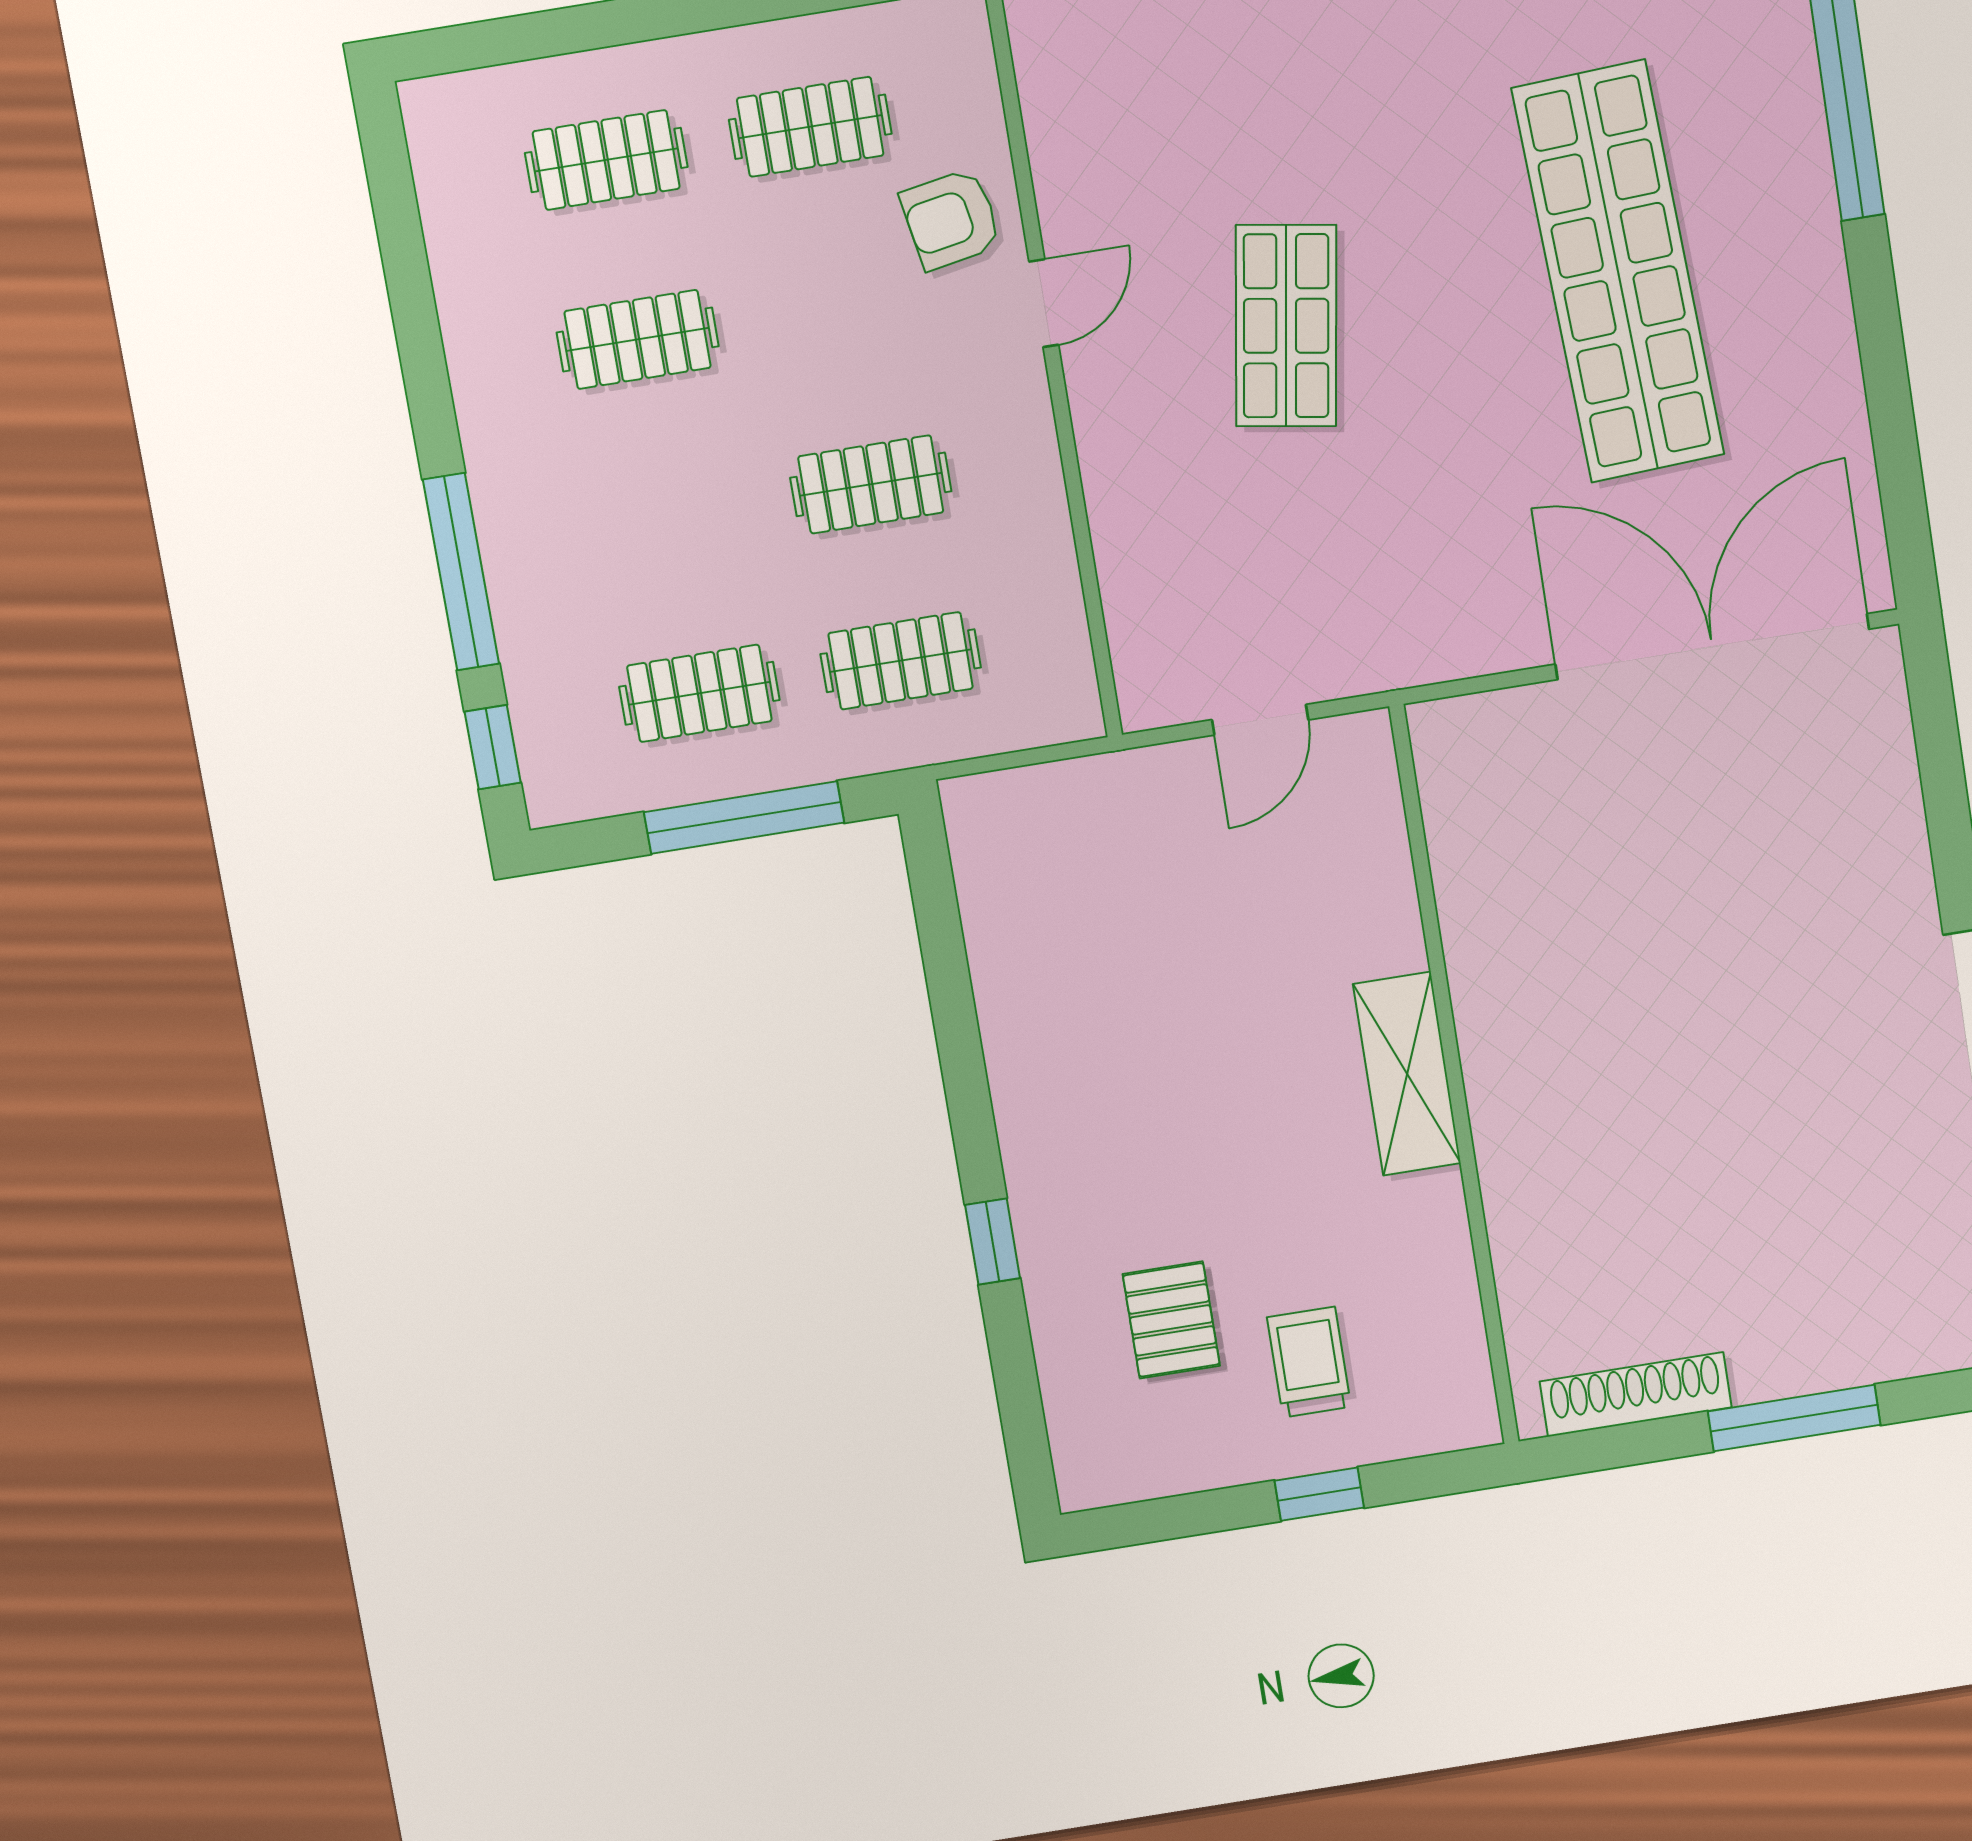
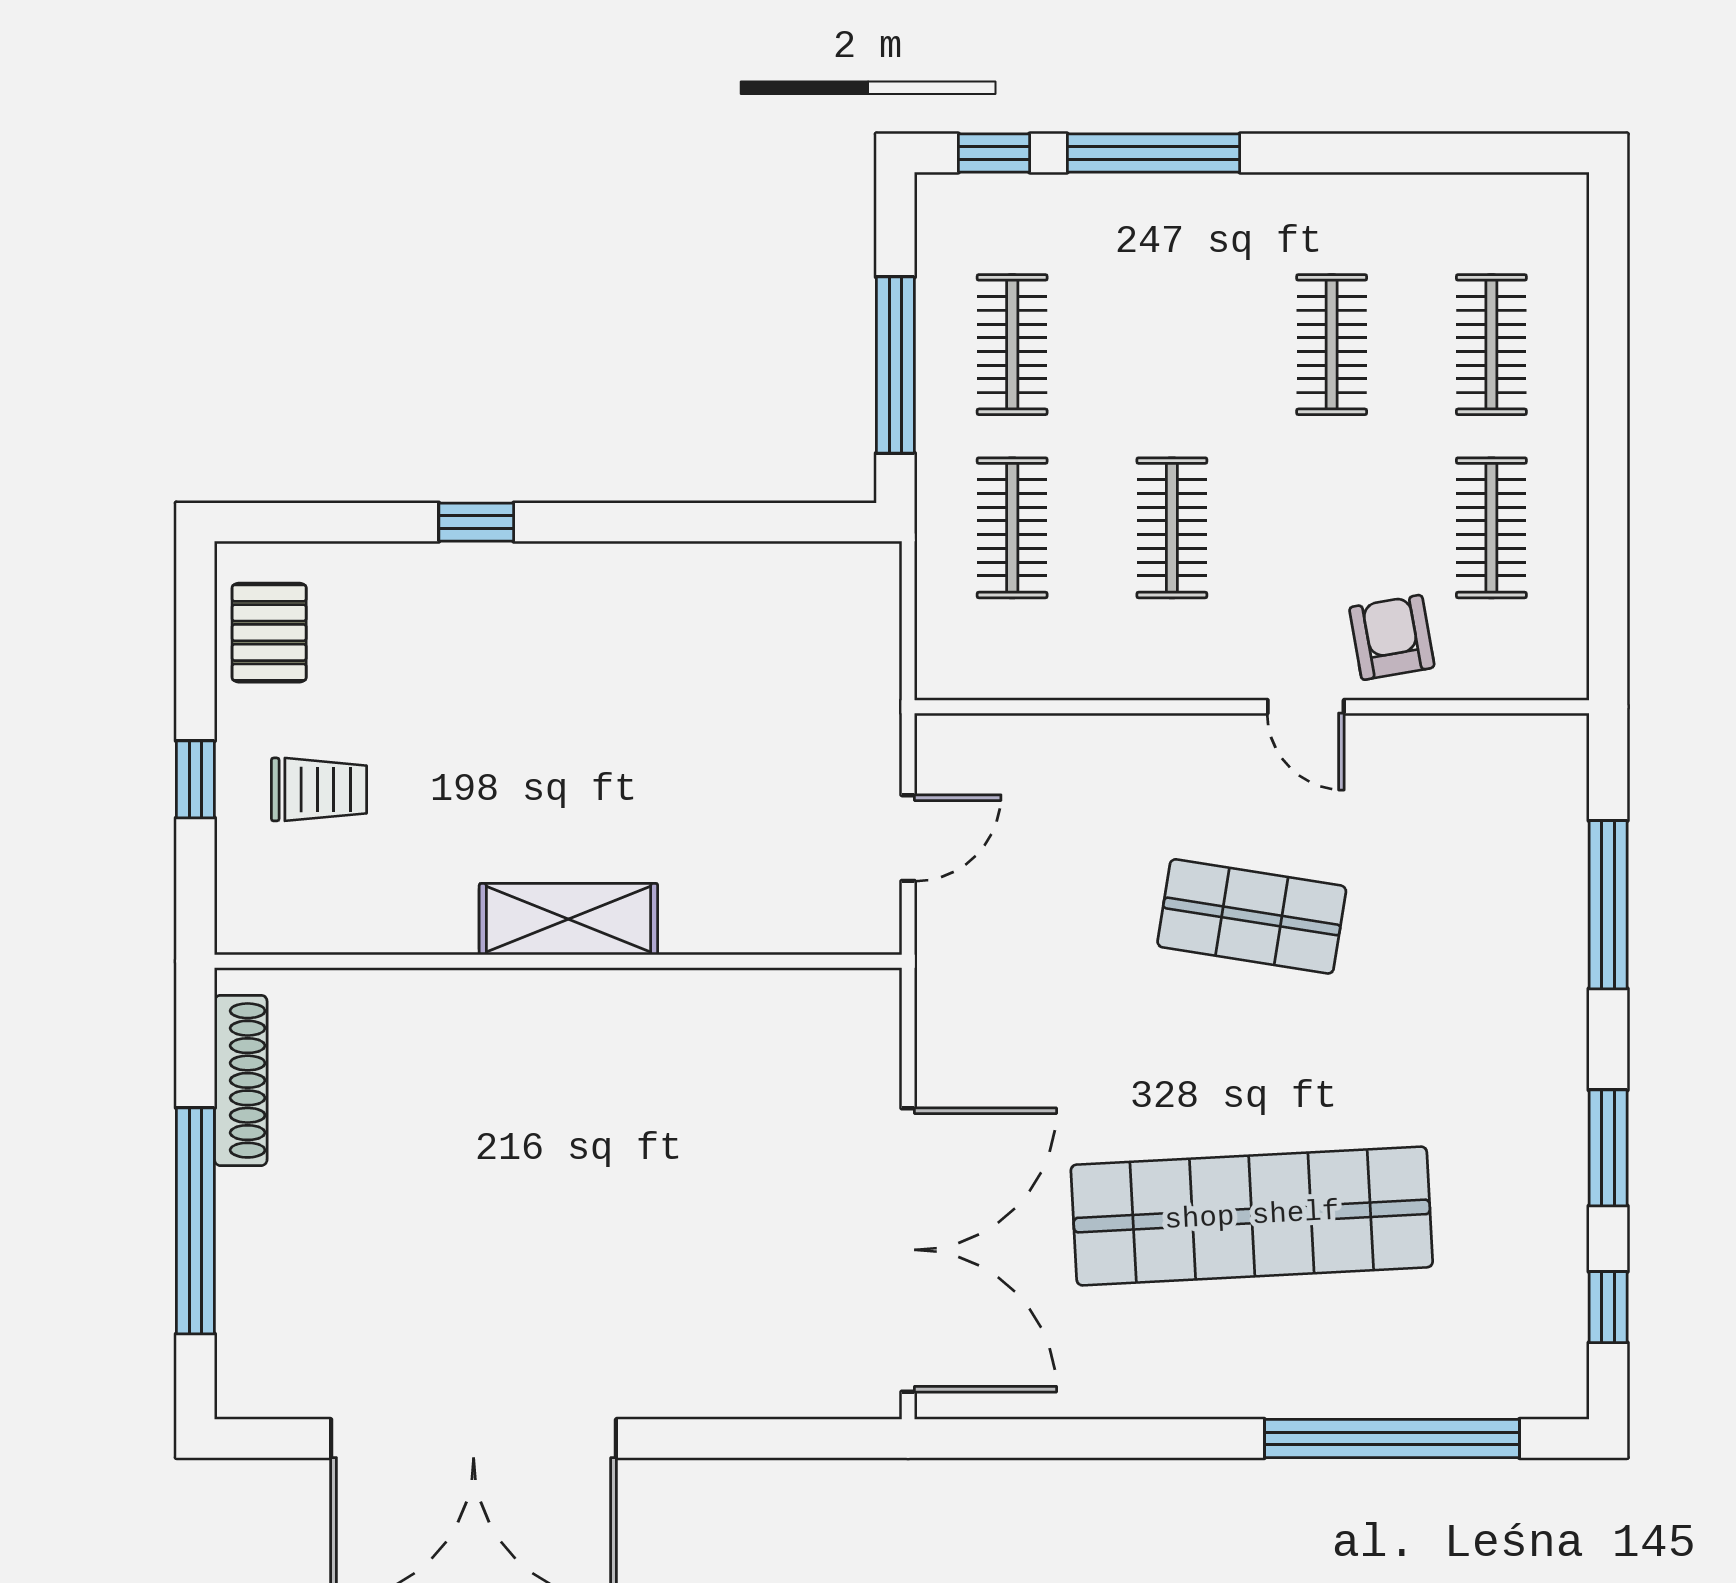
door: (1260, 720) -> (908, 838), swing flipped
pallet: (1171, 1320) -> (269, 633), moved, turned 90
window: (1794, 1418) -> (195, 1221), width x1.46

